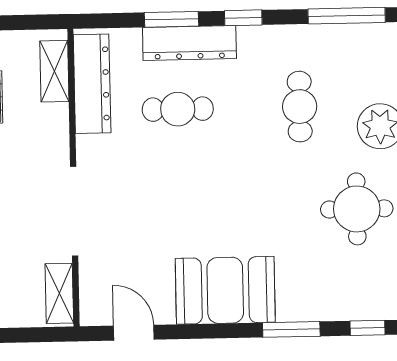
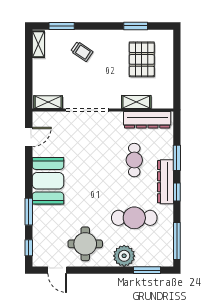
dresser: (189, 43) -> (165, 182), moved
shelving: (54, 71) -> (136, 102), moved
cafe table: (300, 107) -> (134, 218), width x1.37, depth x1.35

